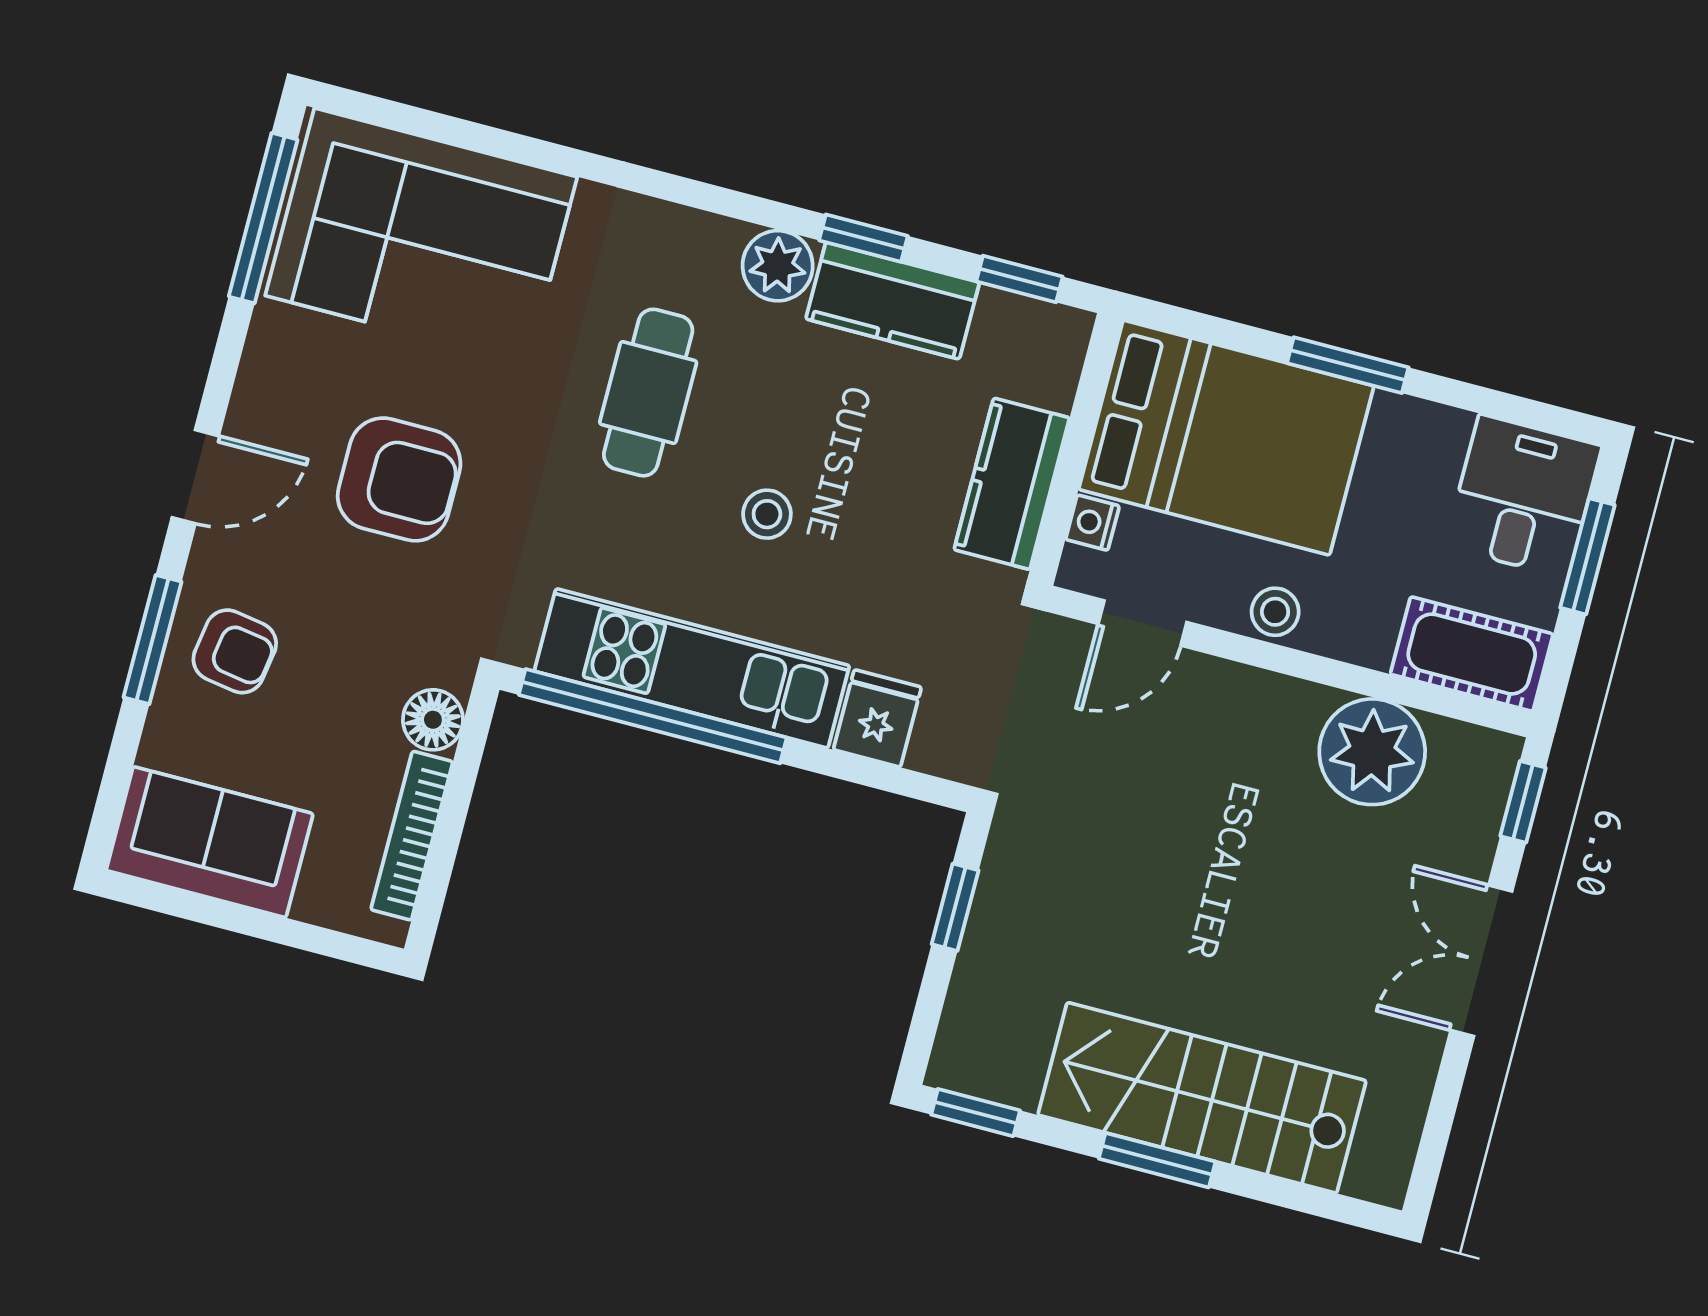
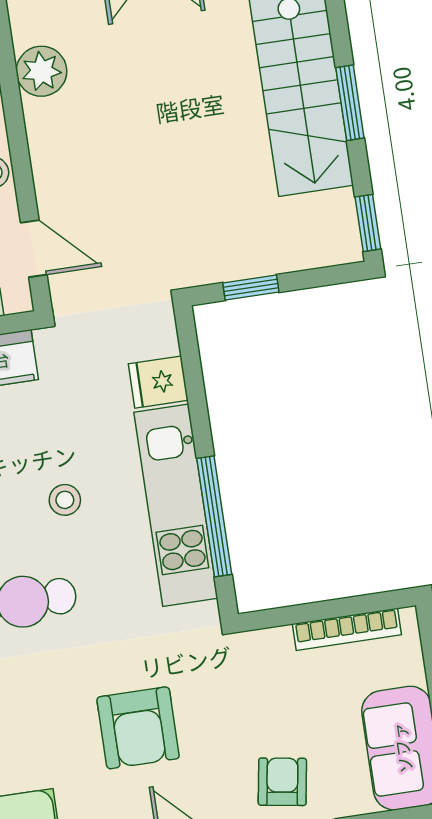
armchair: (399, 479) -> (138, 728), turned 180
window: (653, 716) -> (214, 516), width x0.68
floor lamp: (433, 720) -> (273, 646), removed
plant: (1372, 752) -> (42, 71), width x0.73, depth x0.73

